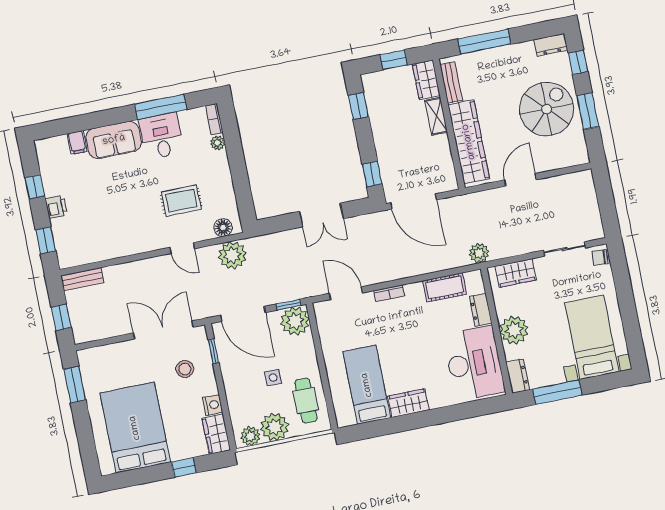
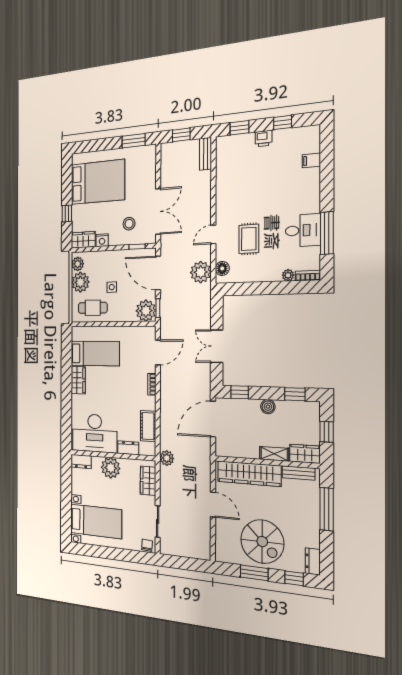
boiler: (381, 135) -> (268, 407), added
sofa: (114, 140) -> (307, 191), removed
door: (243, 314) -> (158, 273), hinge flipped
window: (557, 392) -> (66, 486), removed

